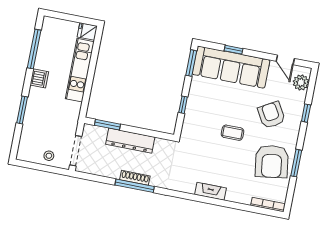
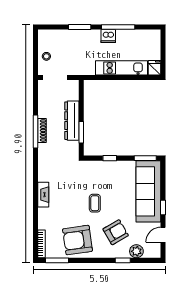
window: (34, 49) -> (118, 27), moved
window: (233, 50) -> (163, 208), moved
plant: (301, 82) -> (136, 251), moved
window: (107, 125) -> (81, 132), moved
window: (296, 163) -> (57, 260), moved

